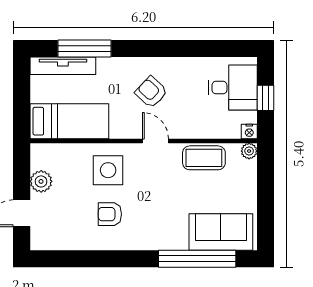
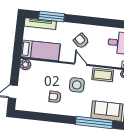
side table: (108, 170) -> (77, 85), moved
plant: (41, 181) -> (25, 64), moved

